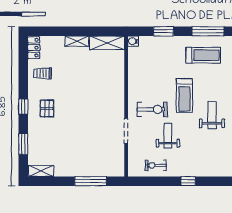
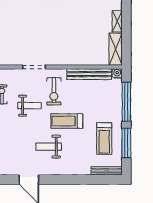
window: (164, 31) -> (126, 102), width x2.11
bench: (134, 71) -> (89, 74), added
weight bench: (212, 115) -> (49, 147), turned 180

